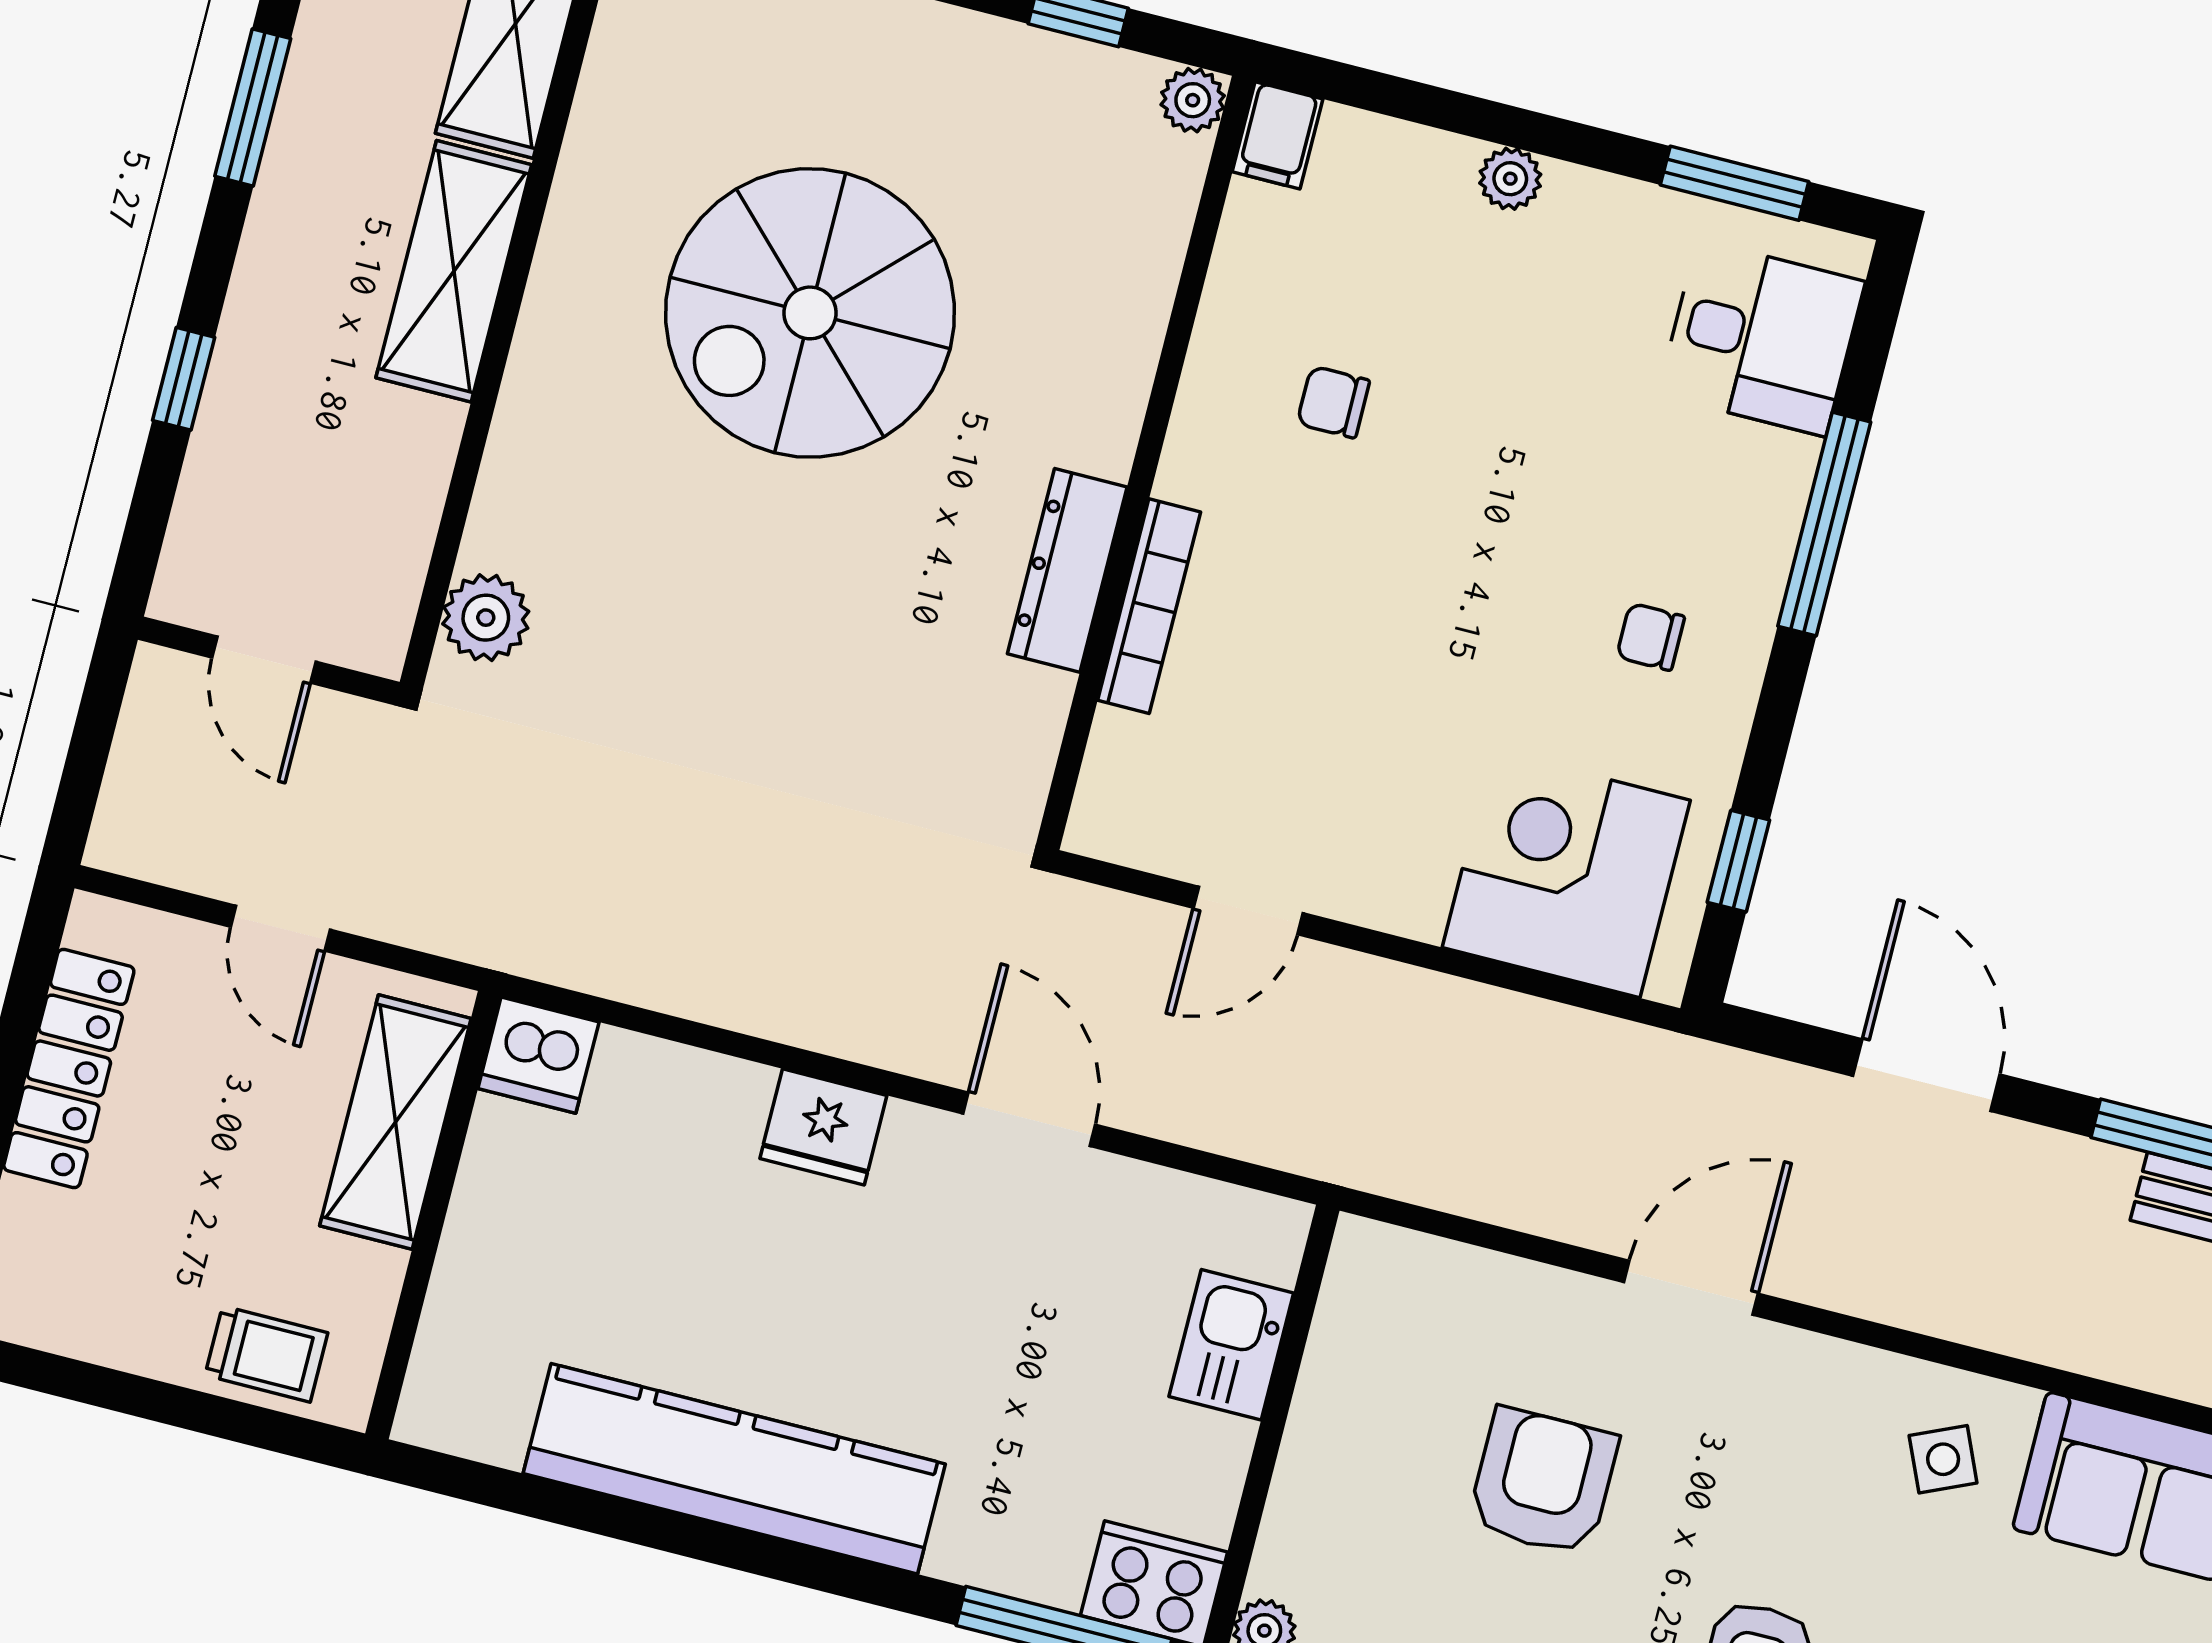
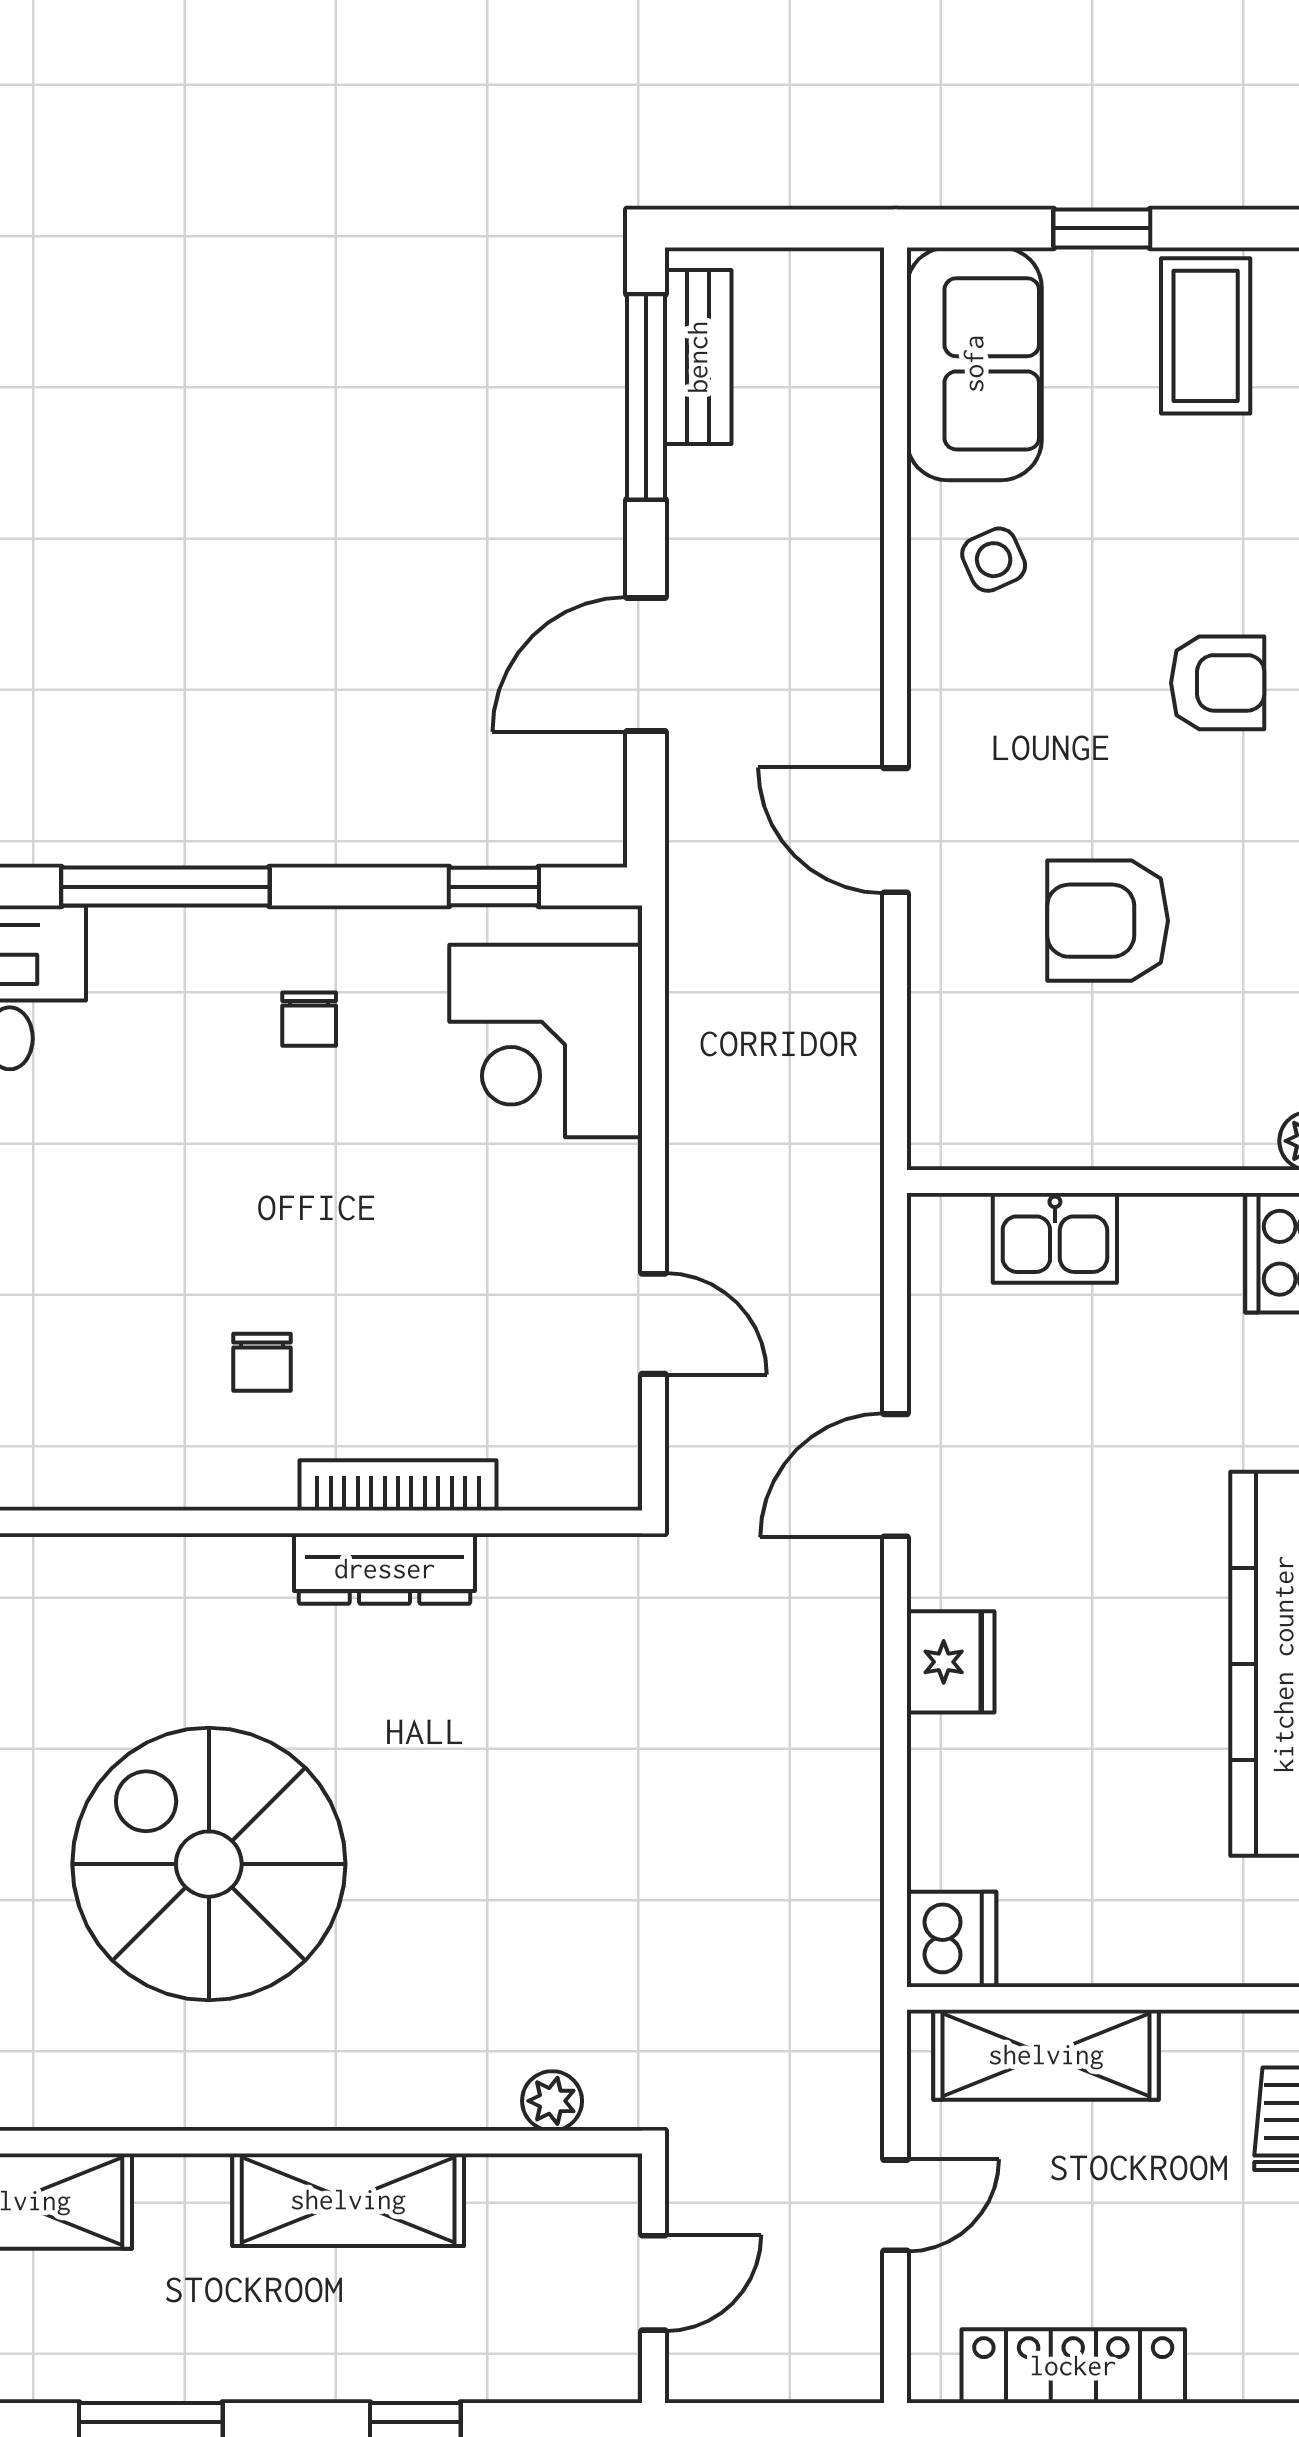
shelving: (454, 271) -> (348, 2200), moved
spiral stairs: (810, 313) -> (209, 1864), turned 180
chair: (1333, 402) -> (262, 1362), moved
plant: (486, 618) -> (552, 2101), width x0.73, depth x0.73

